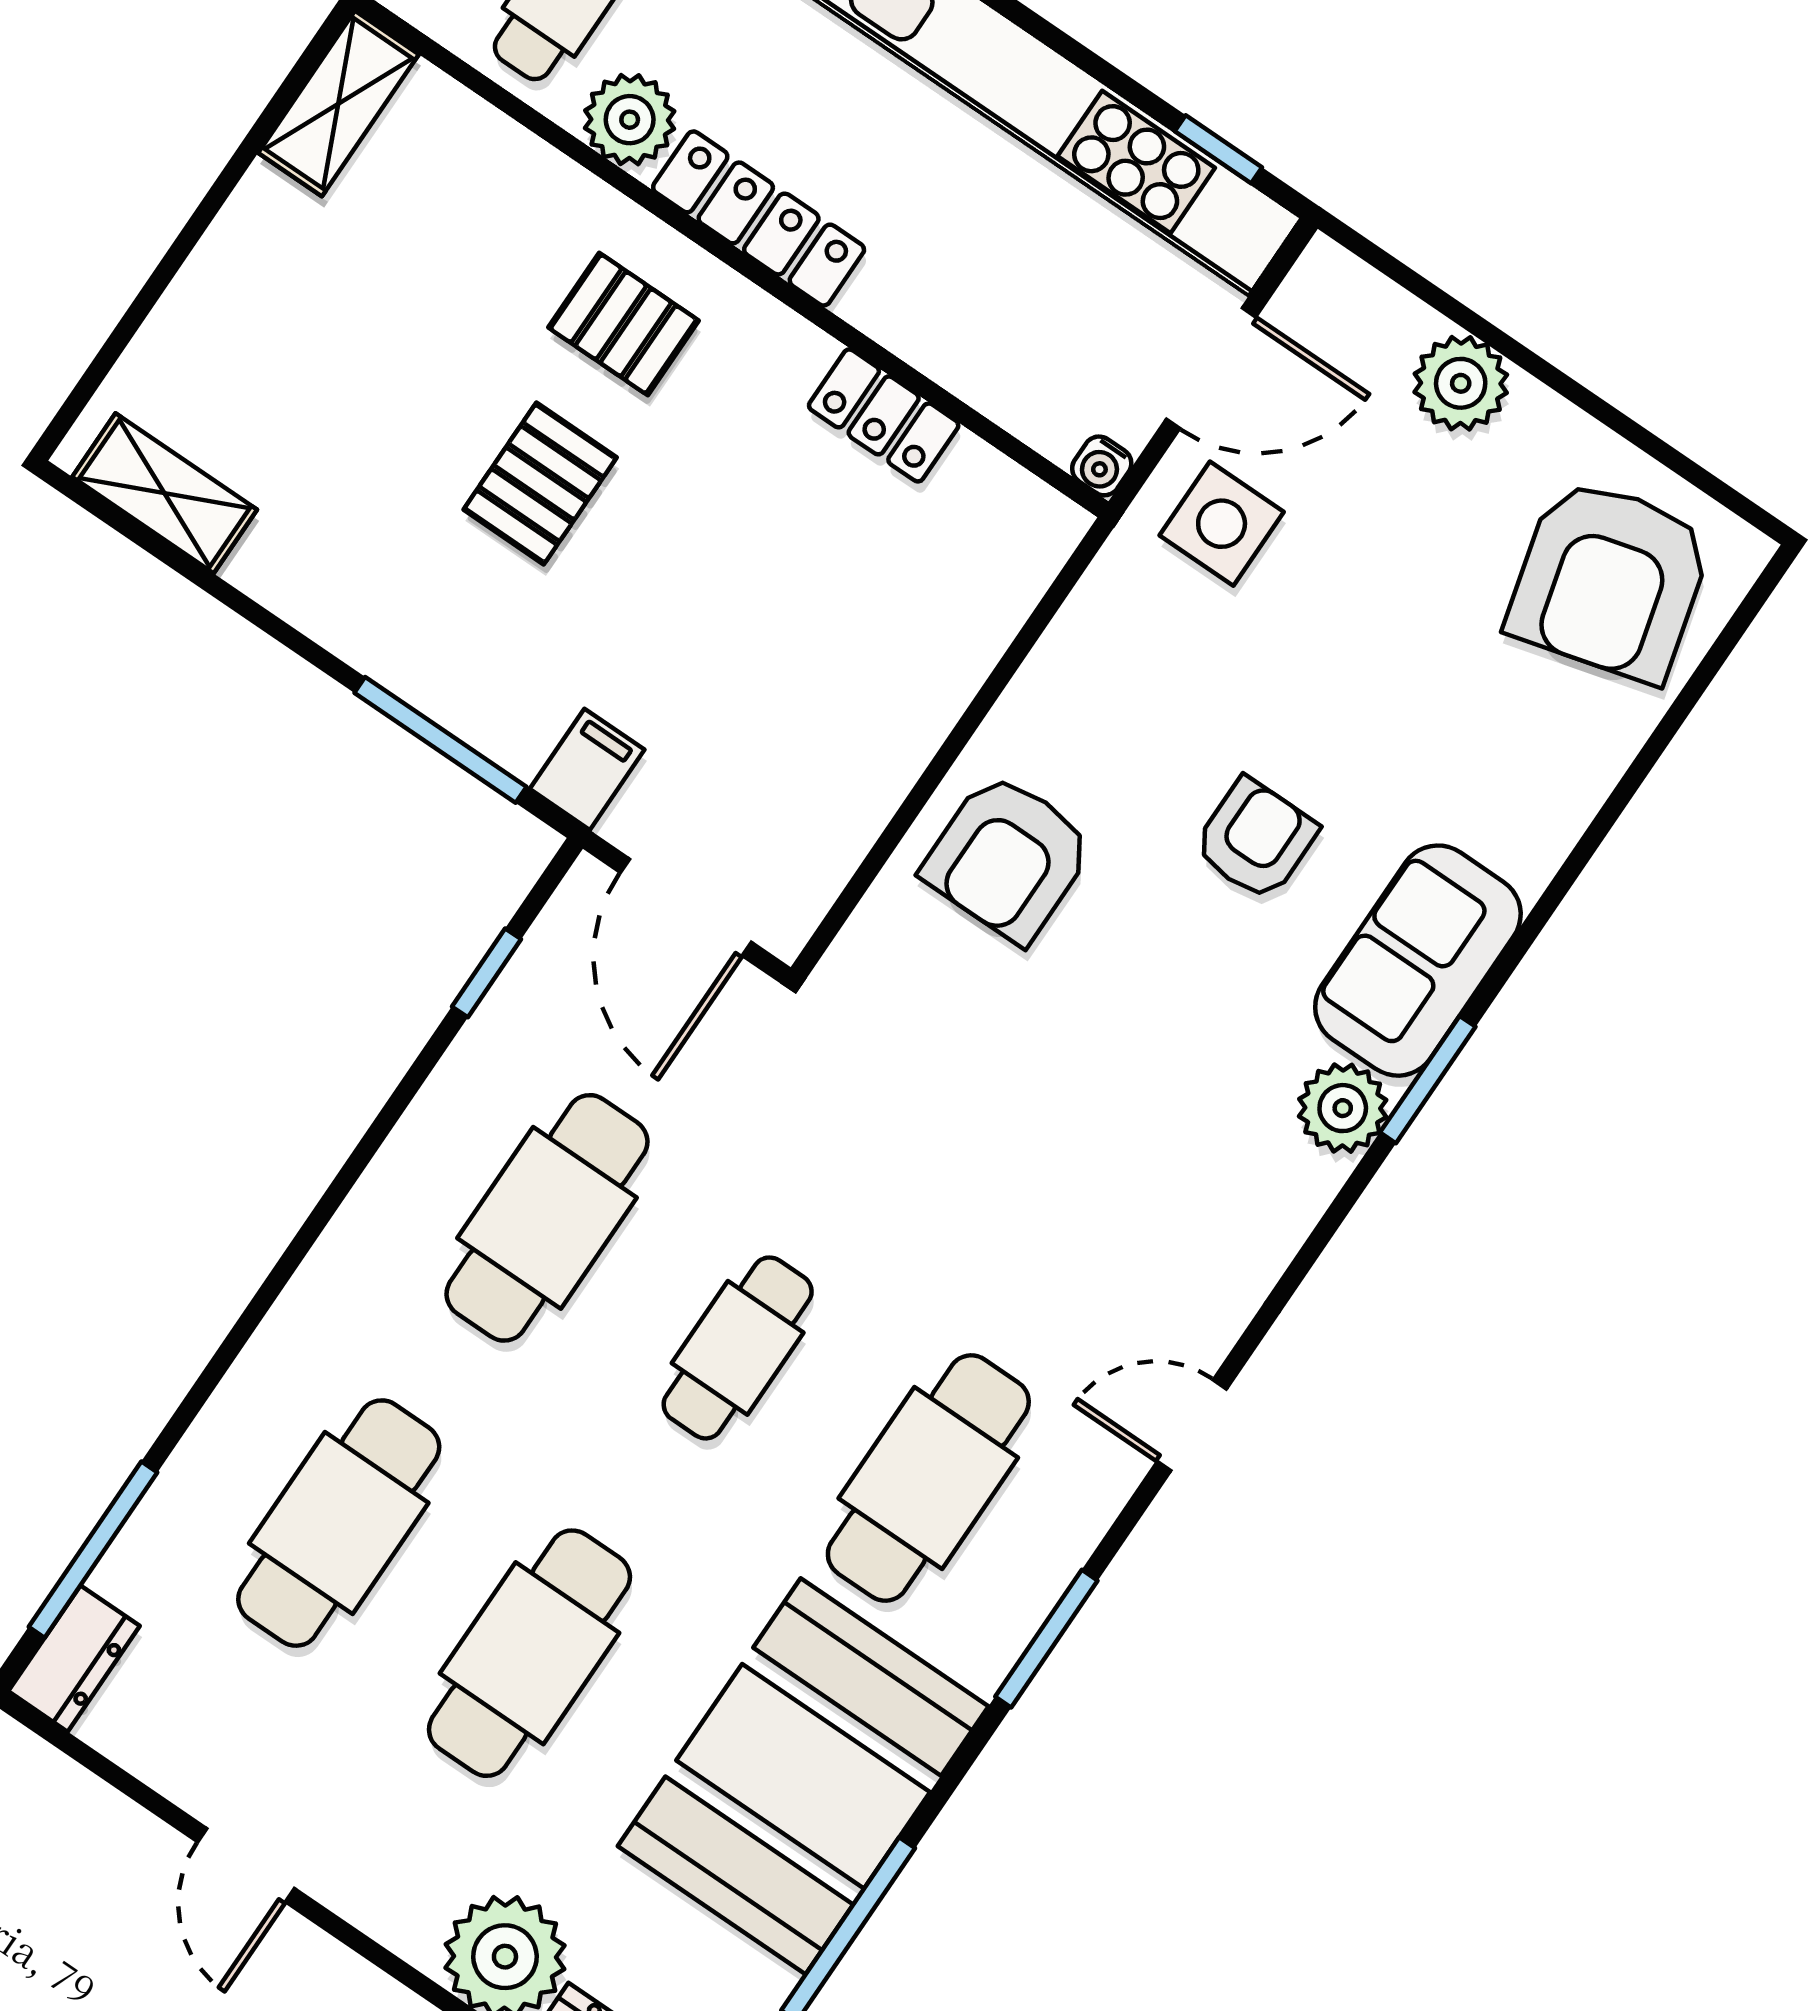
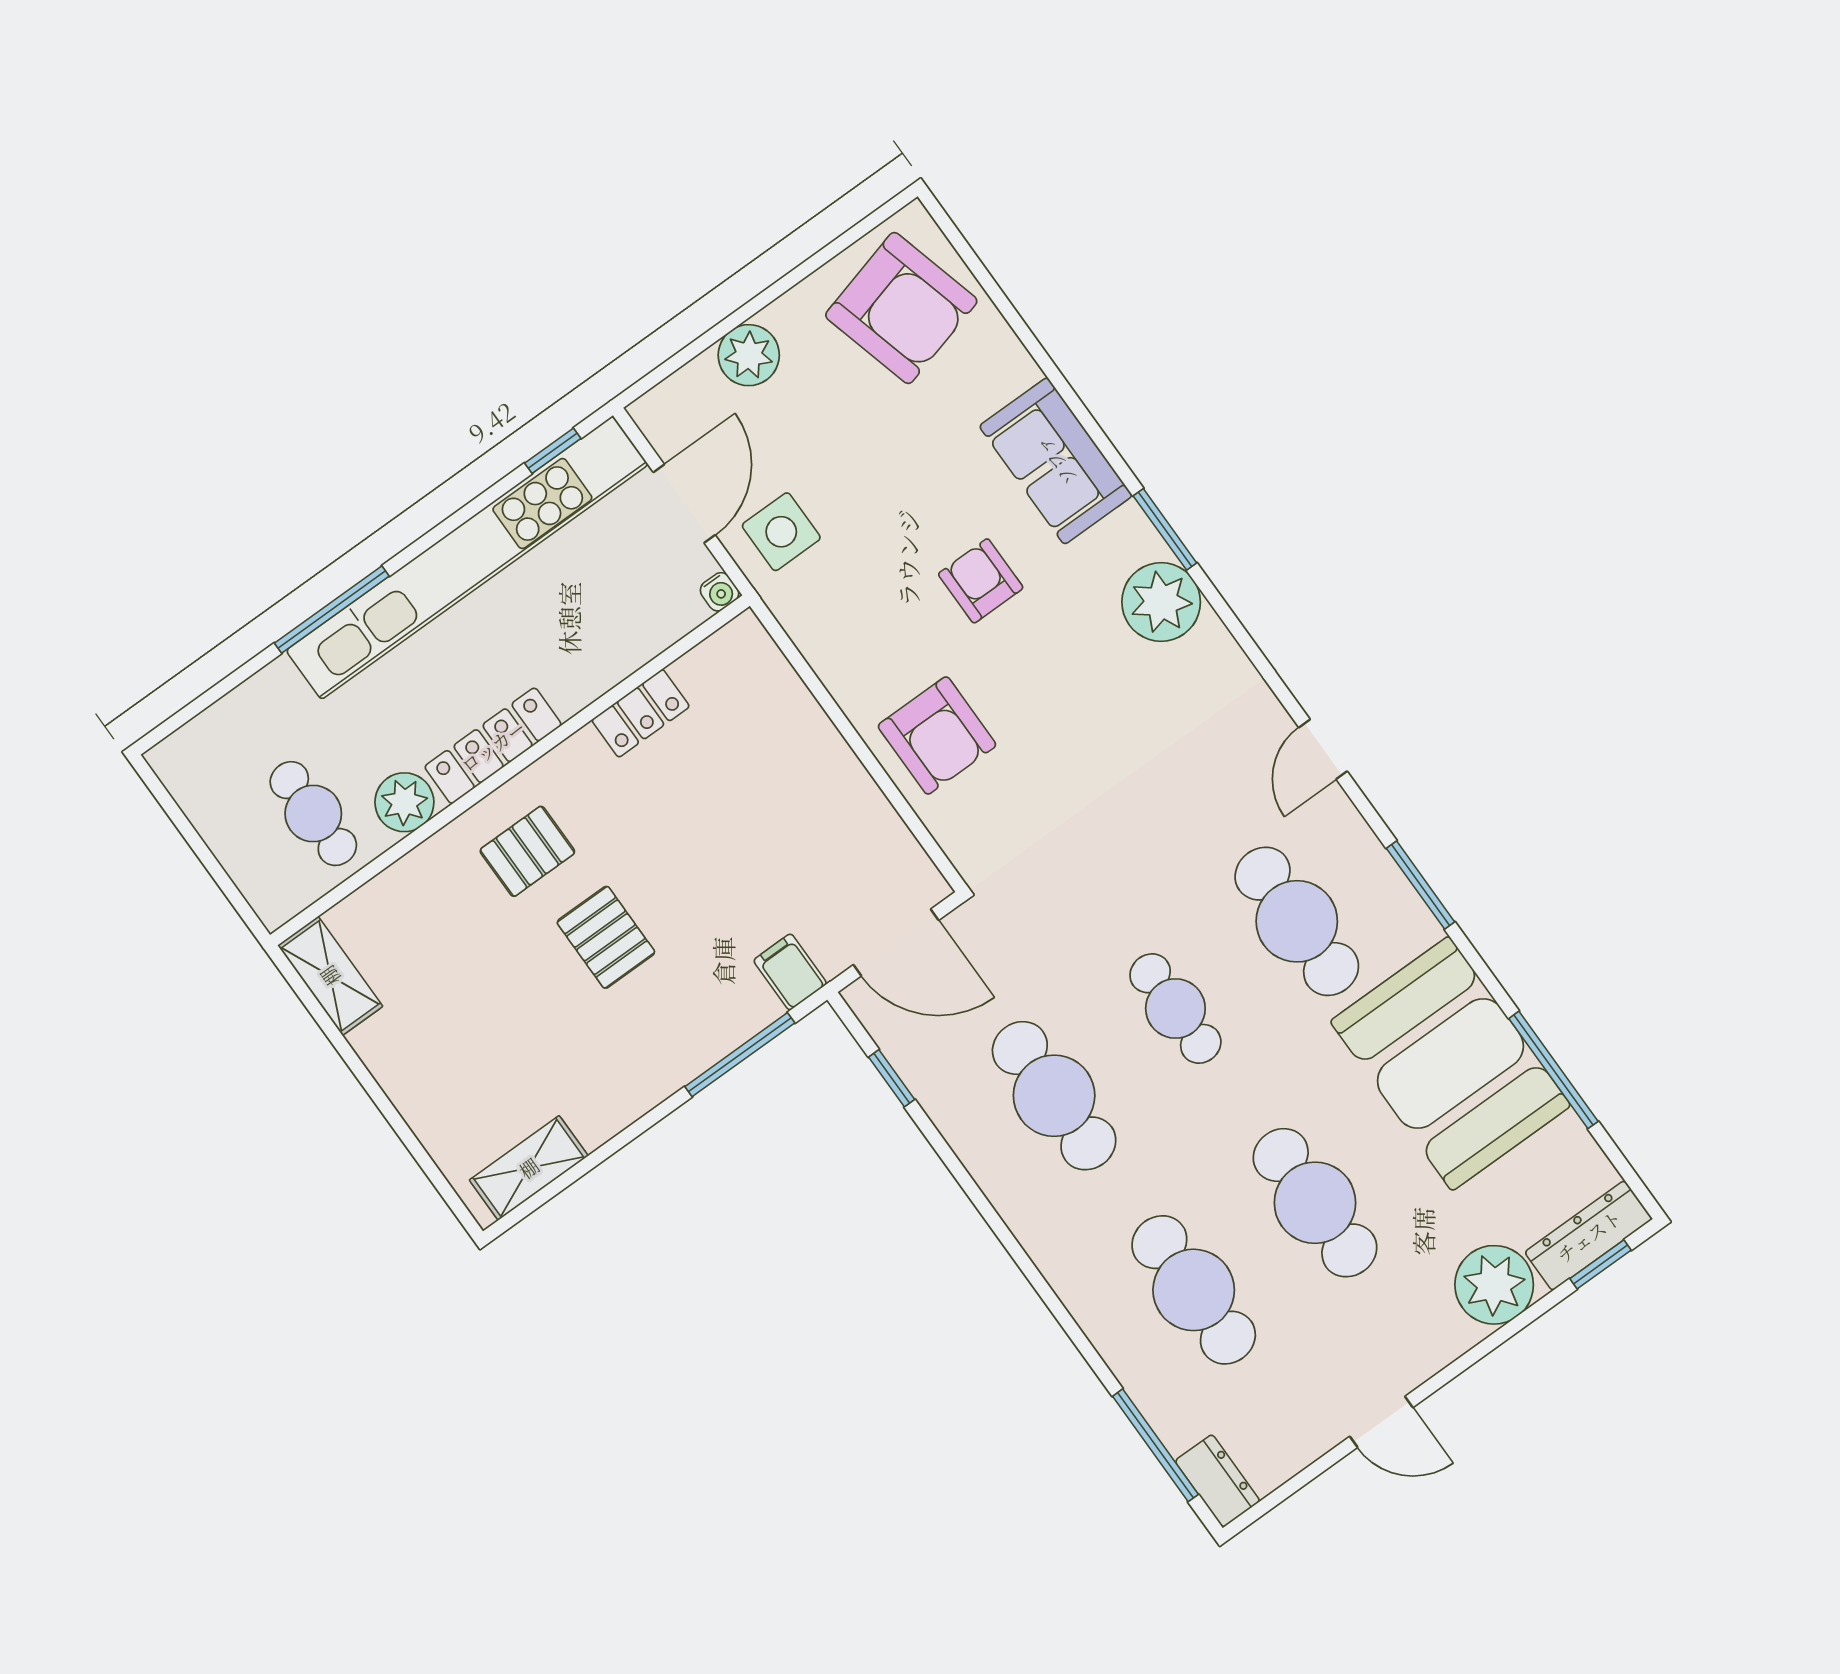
sofa: (1418, 961) -> (1056, 461), moved
plant: (1343, 1108) -> (1161, 602), width x1.36, depth x1.36

